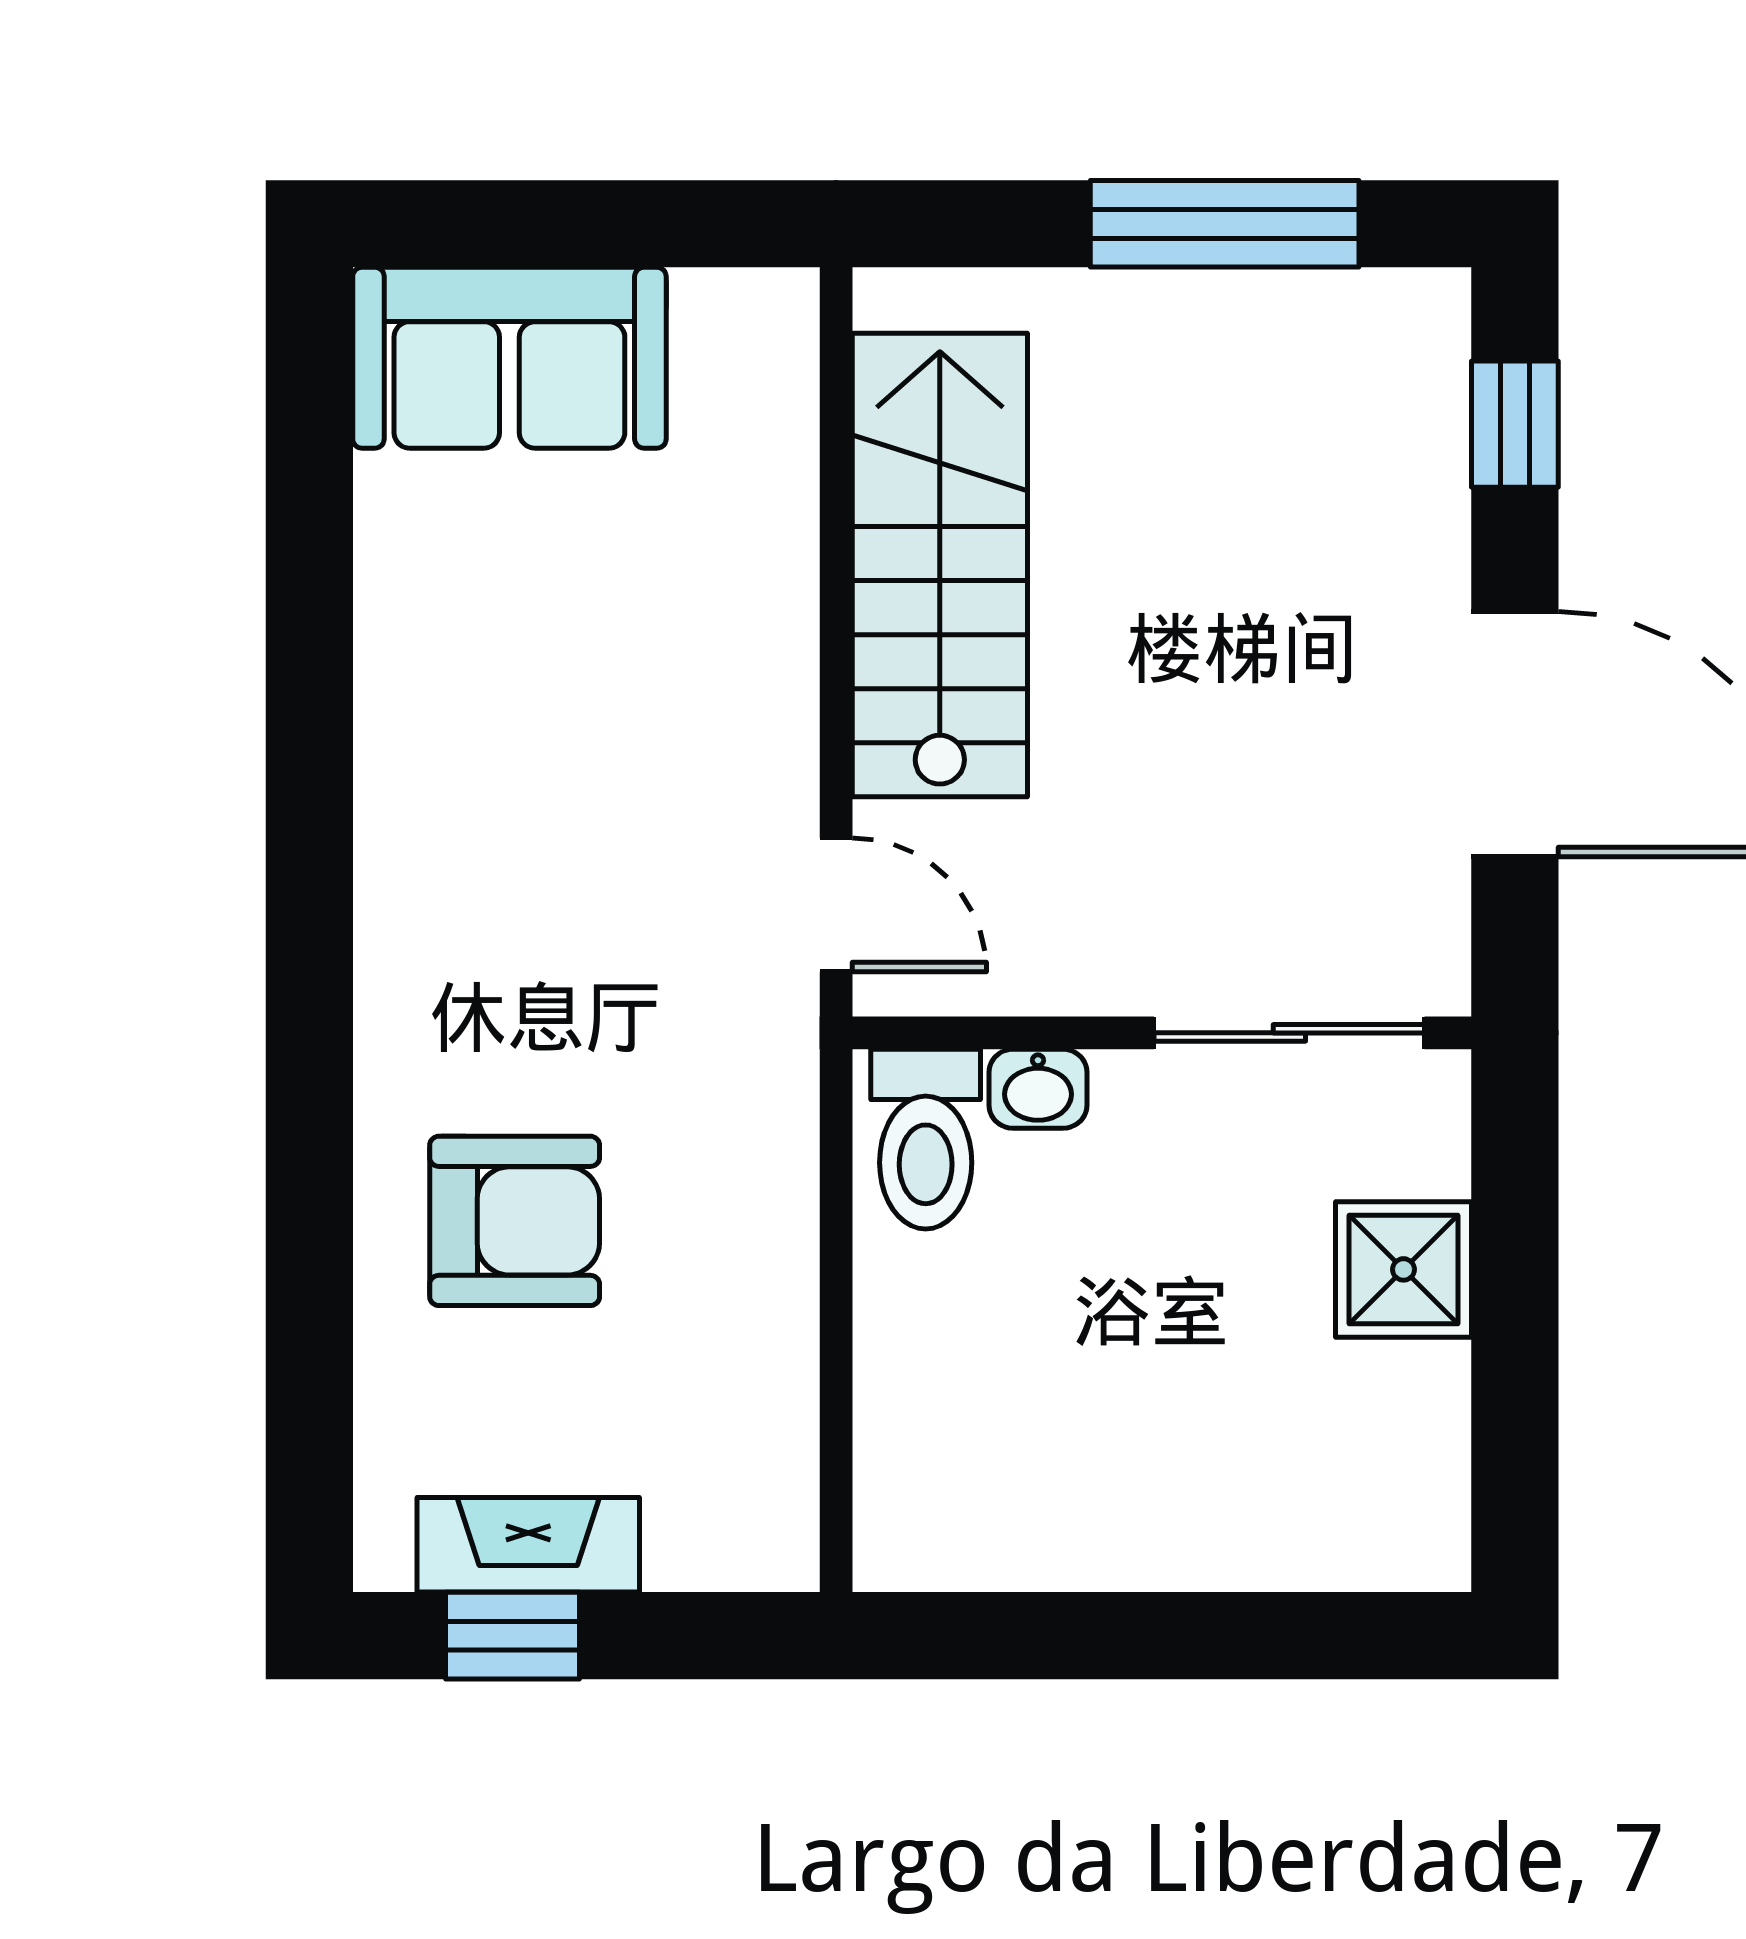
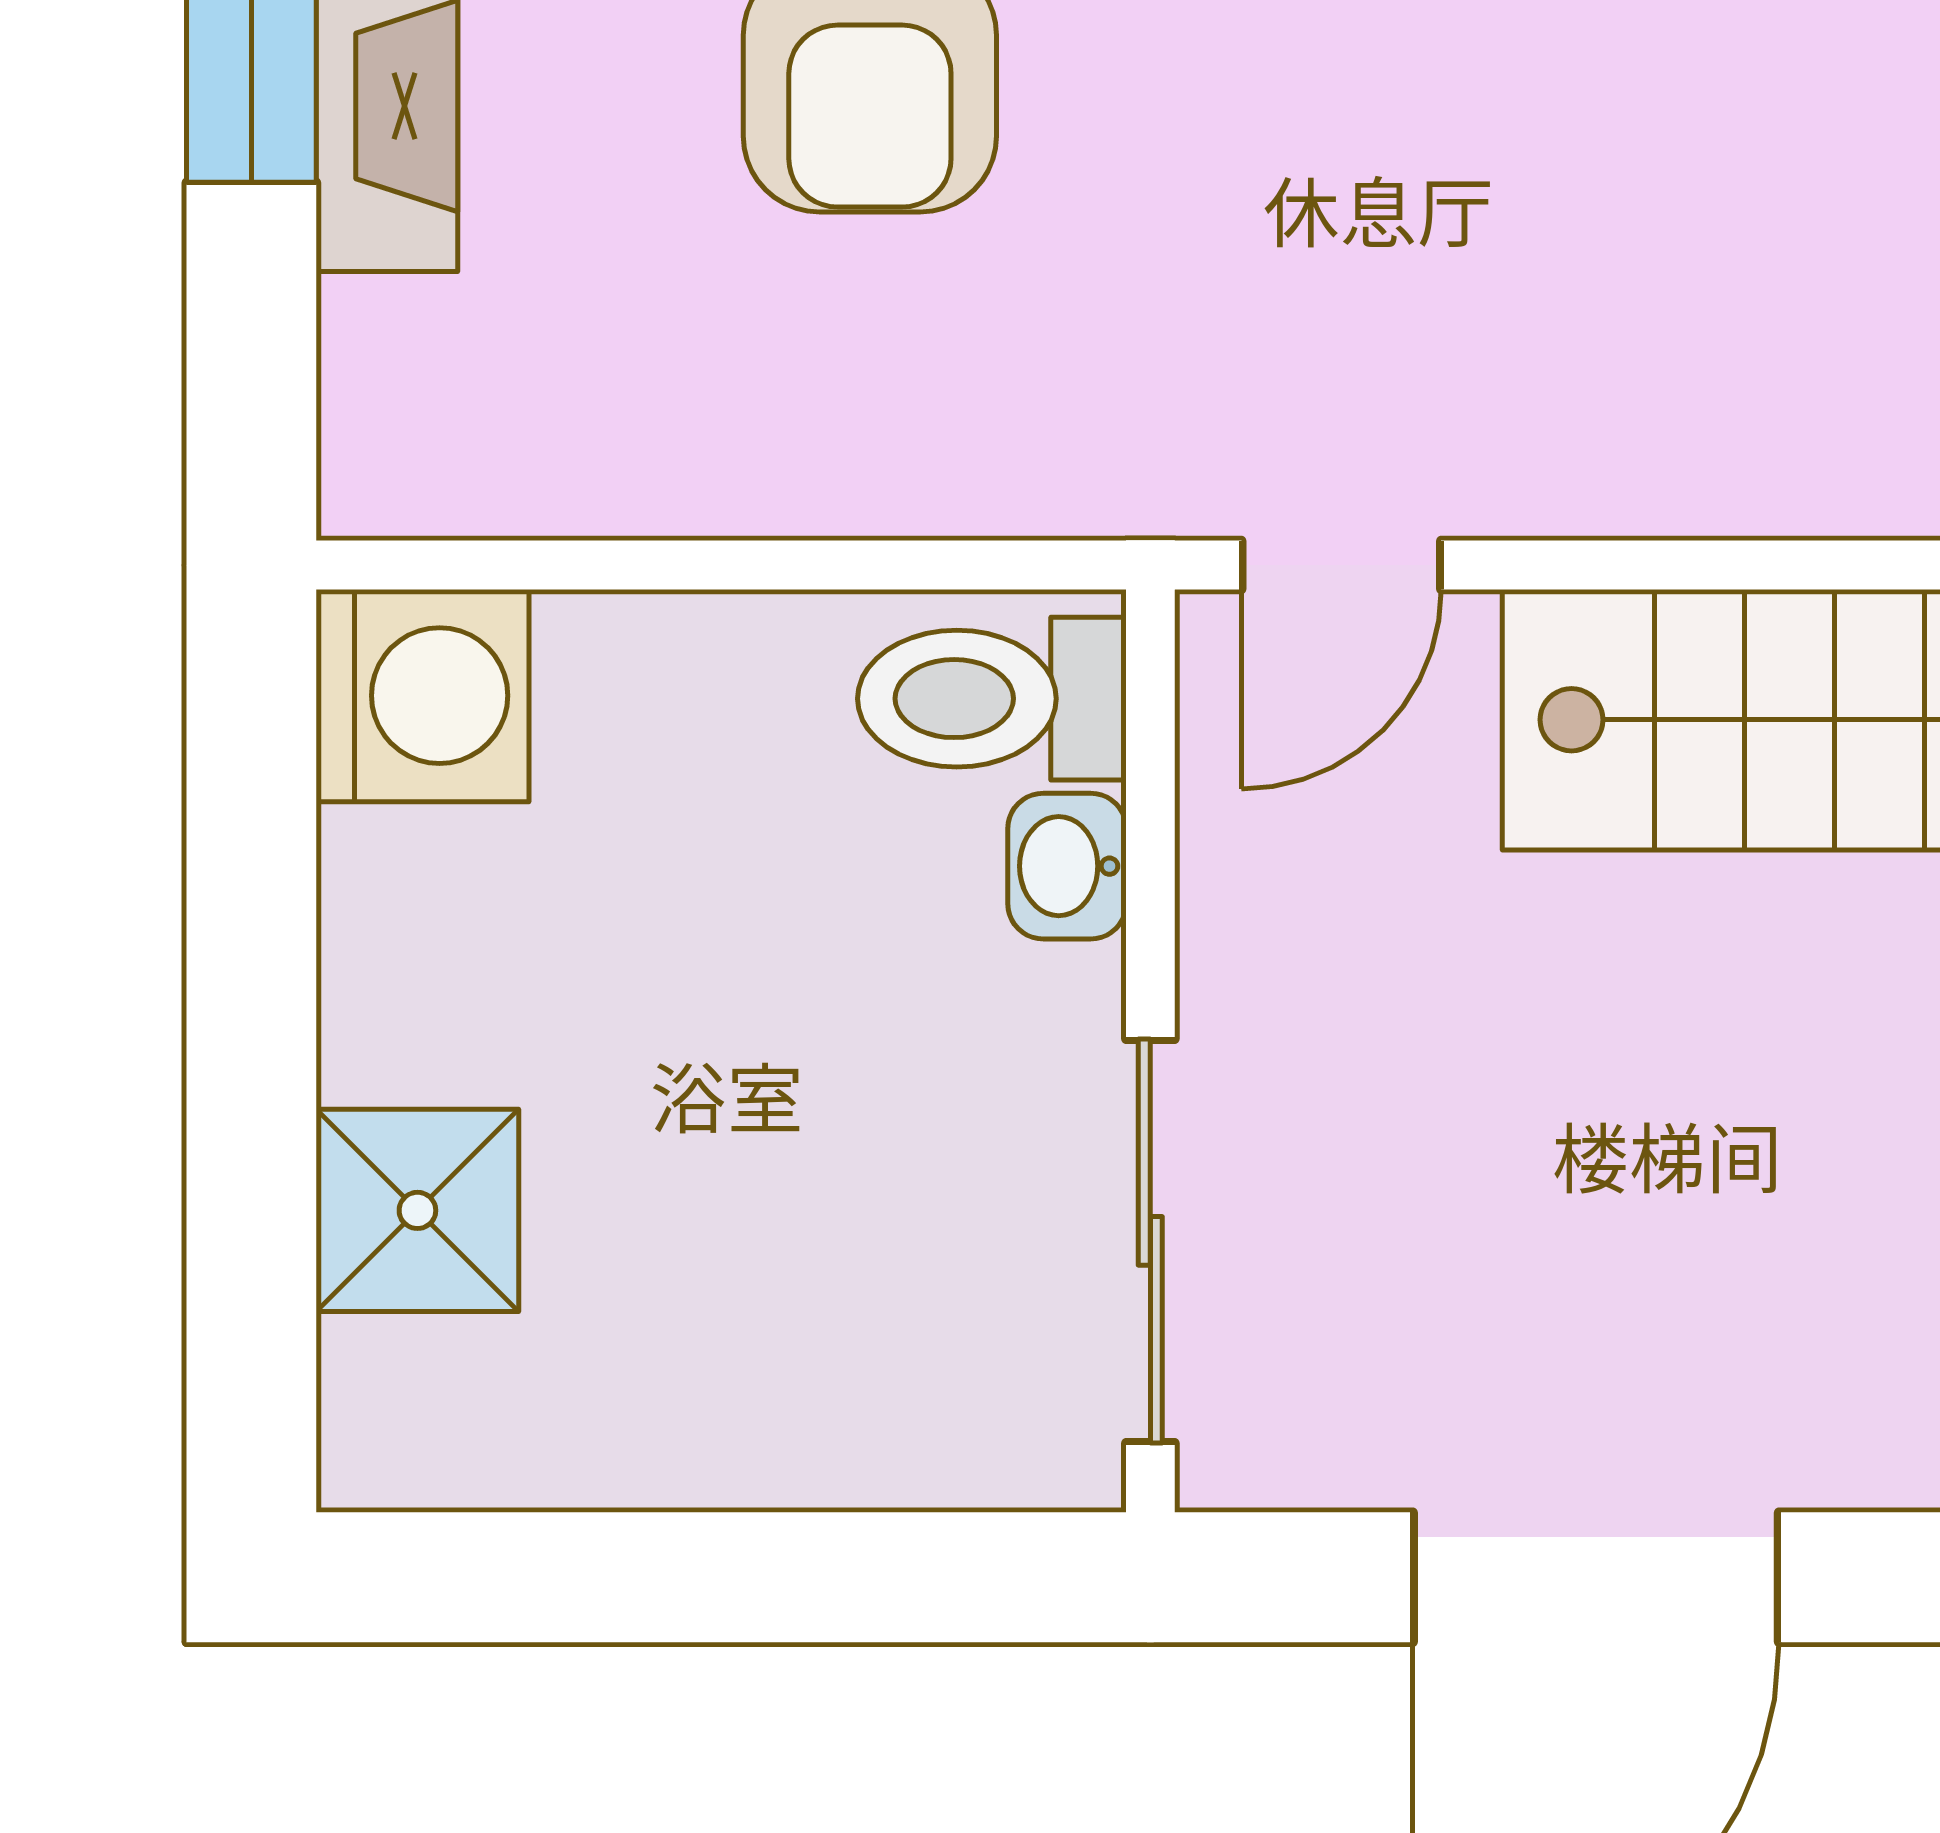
shower: (1404, 1269) -> (417, 1210), moved
washing machine: (924, 1521) -> (423, 696), added

